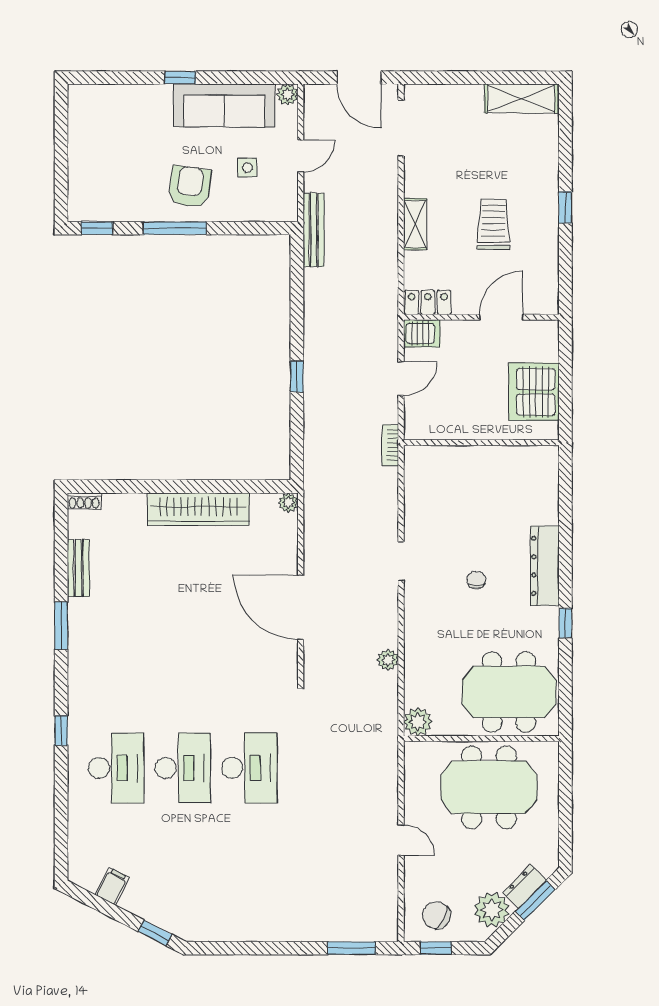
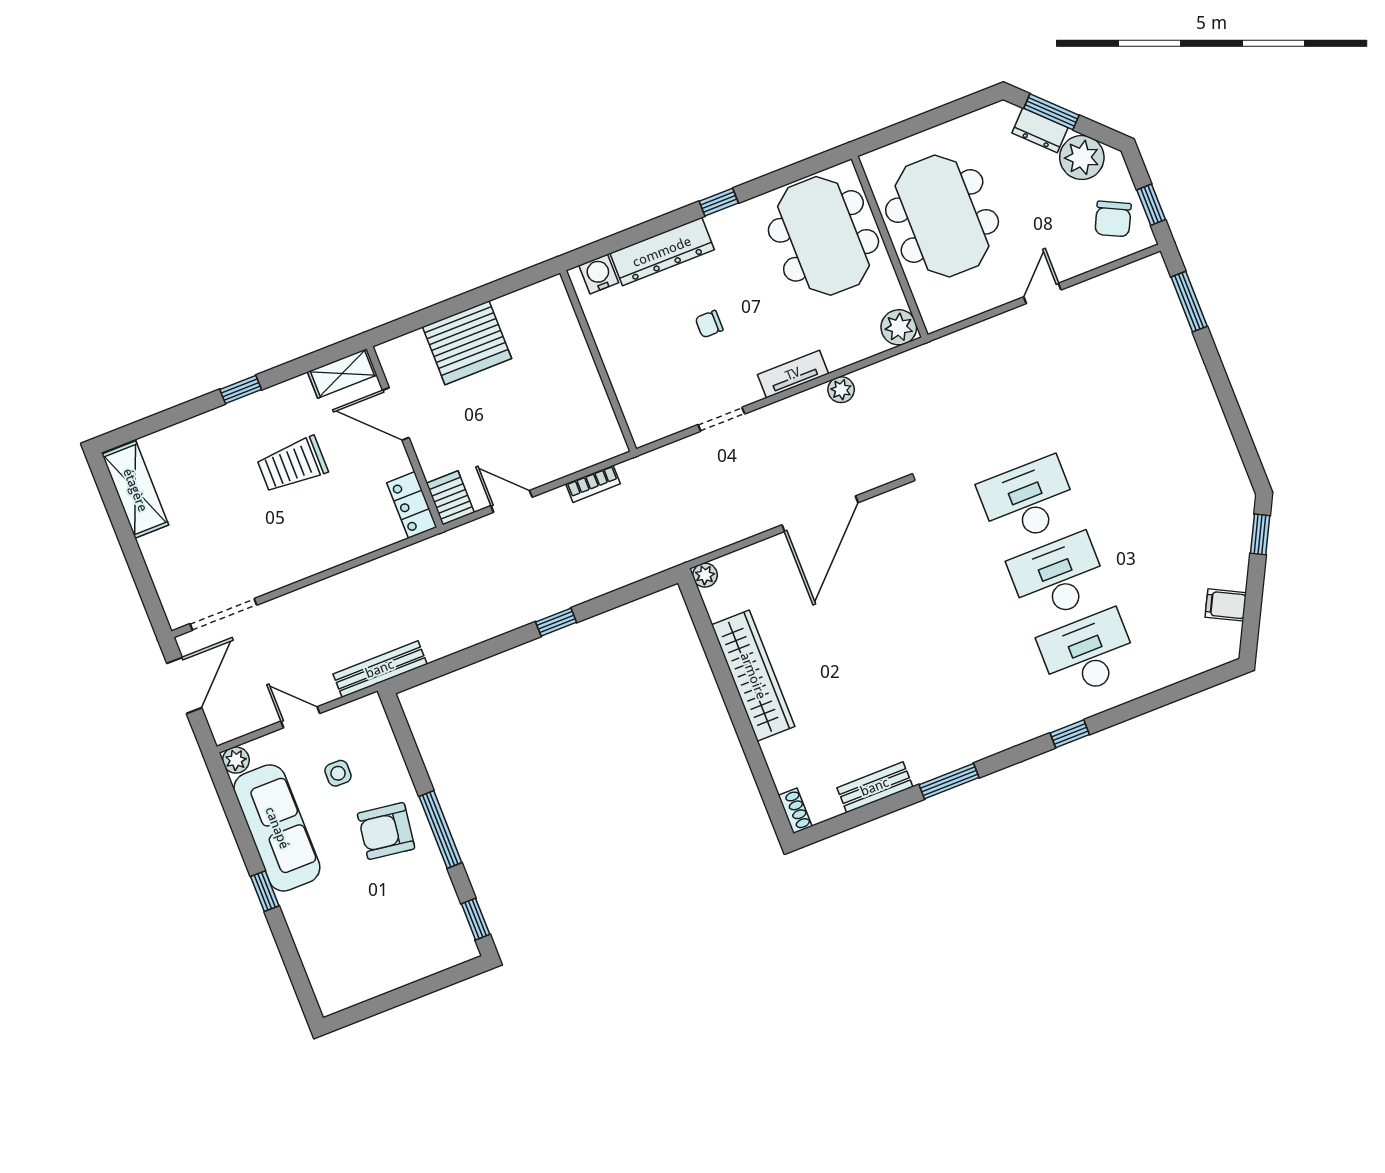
shelving: (415, 224) -> (342, 373), moved
wall: (481, 443) -> (598, 361), moved
water cooler: (547, 511) -> (599, 274), added
tv unit: (414, 628) -> (793, 374), added

